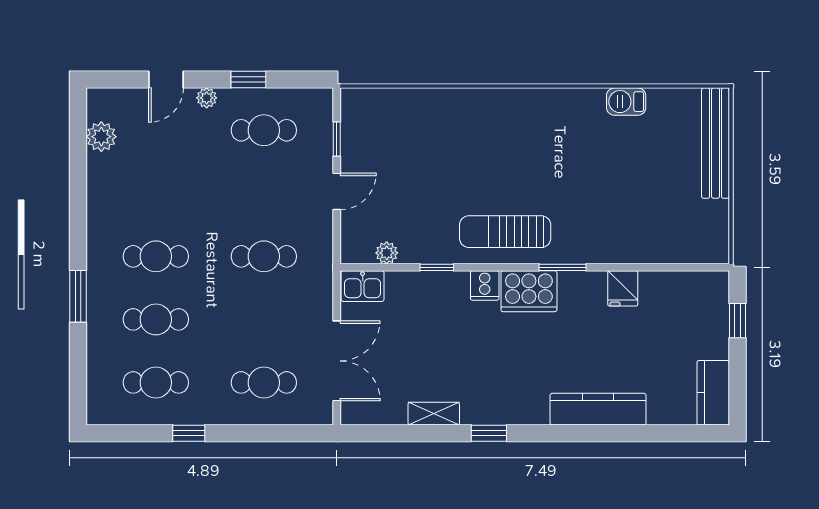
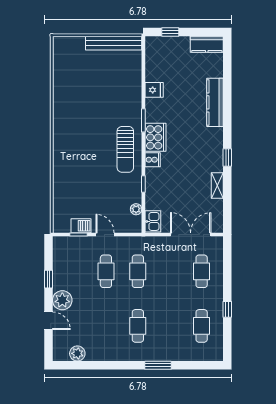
plant: (207, 98) -> (62, 300), width x1.88, depth x1.88
barbecue: (626, 102) -> (81, 226), moved, turned -90
cafe table: (264, 130) -> (106, 271), moved
bench: (716, 143) -> (114, 43), moved
cafe table: (156, 319) -> (170, 326), removed

